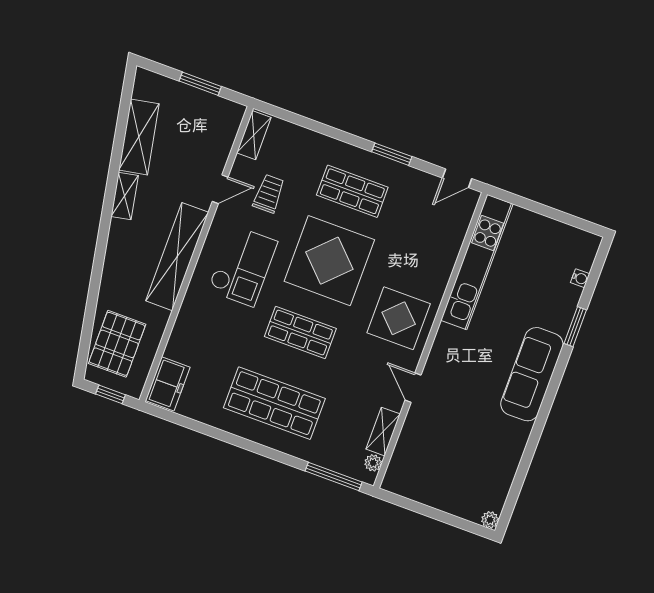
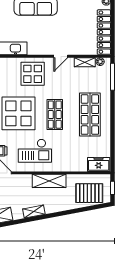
shelving: (125, 196) -> (34, 212), moved
shelving: (177, 257) -> (49, 181), width x0.68
checkout: (242, 266) -> (35, 151), turned 180
locker: (430, 492) -> (104, 32), added

